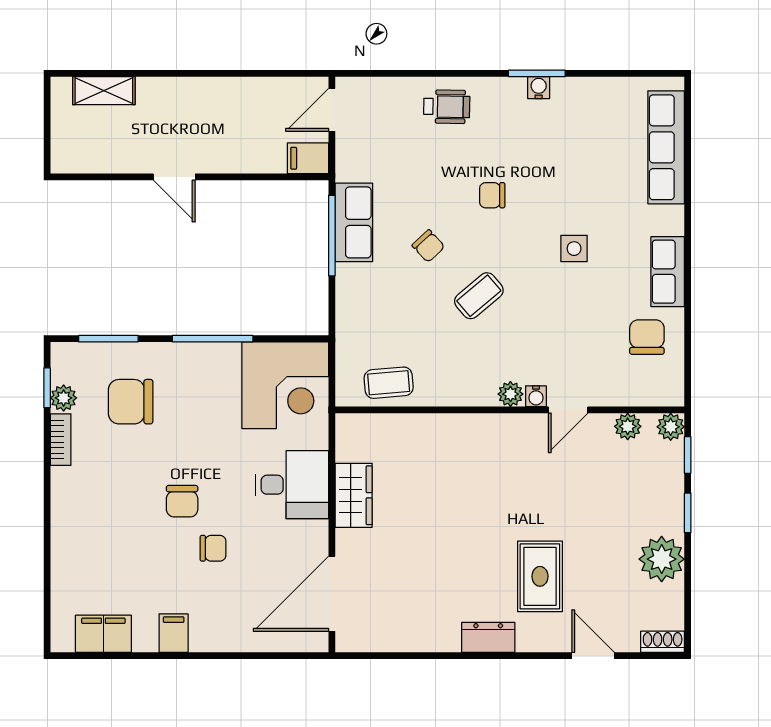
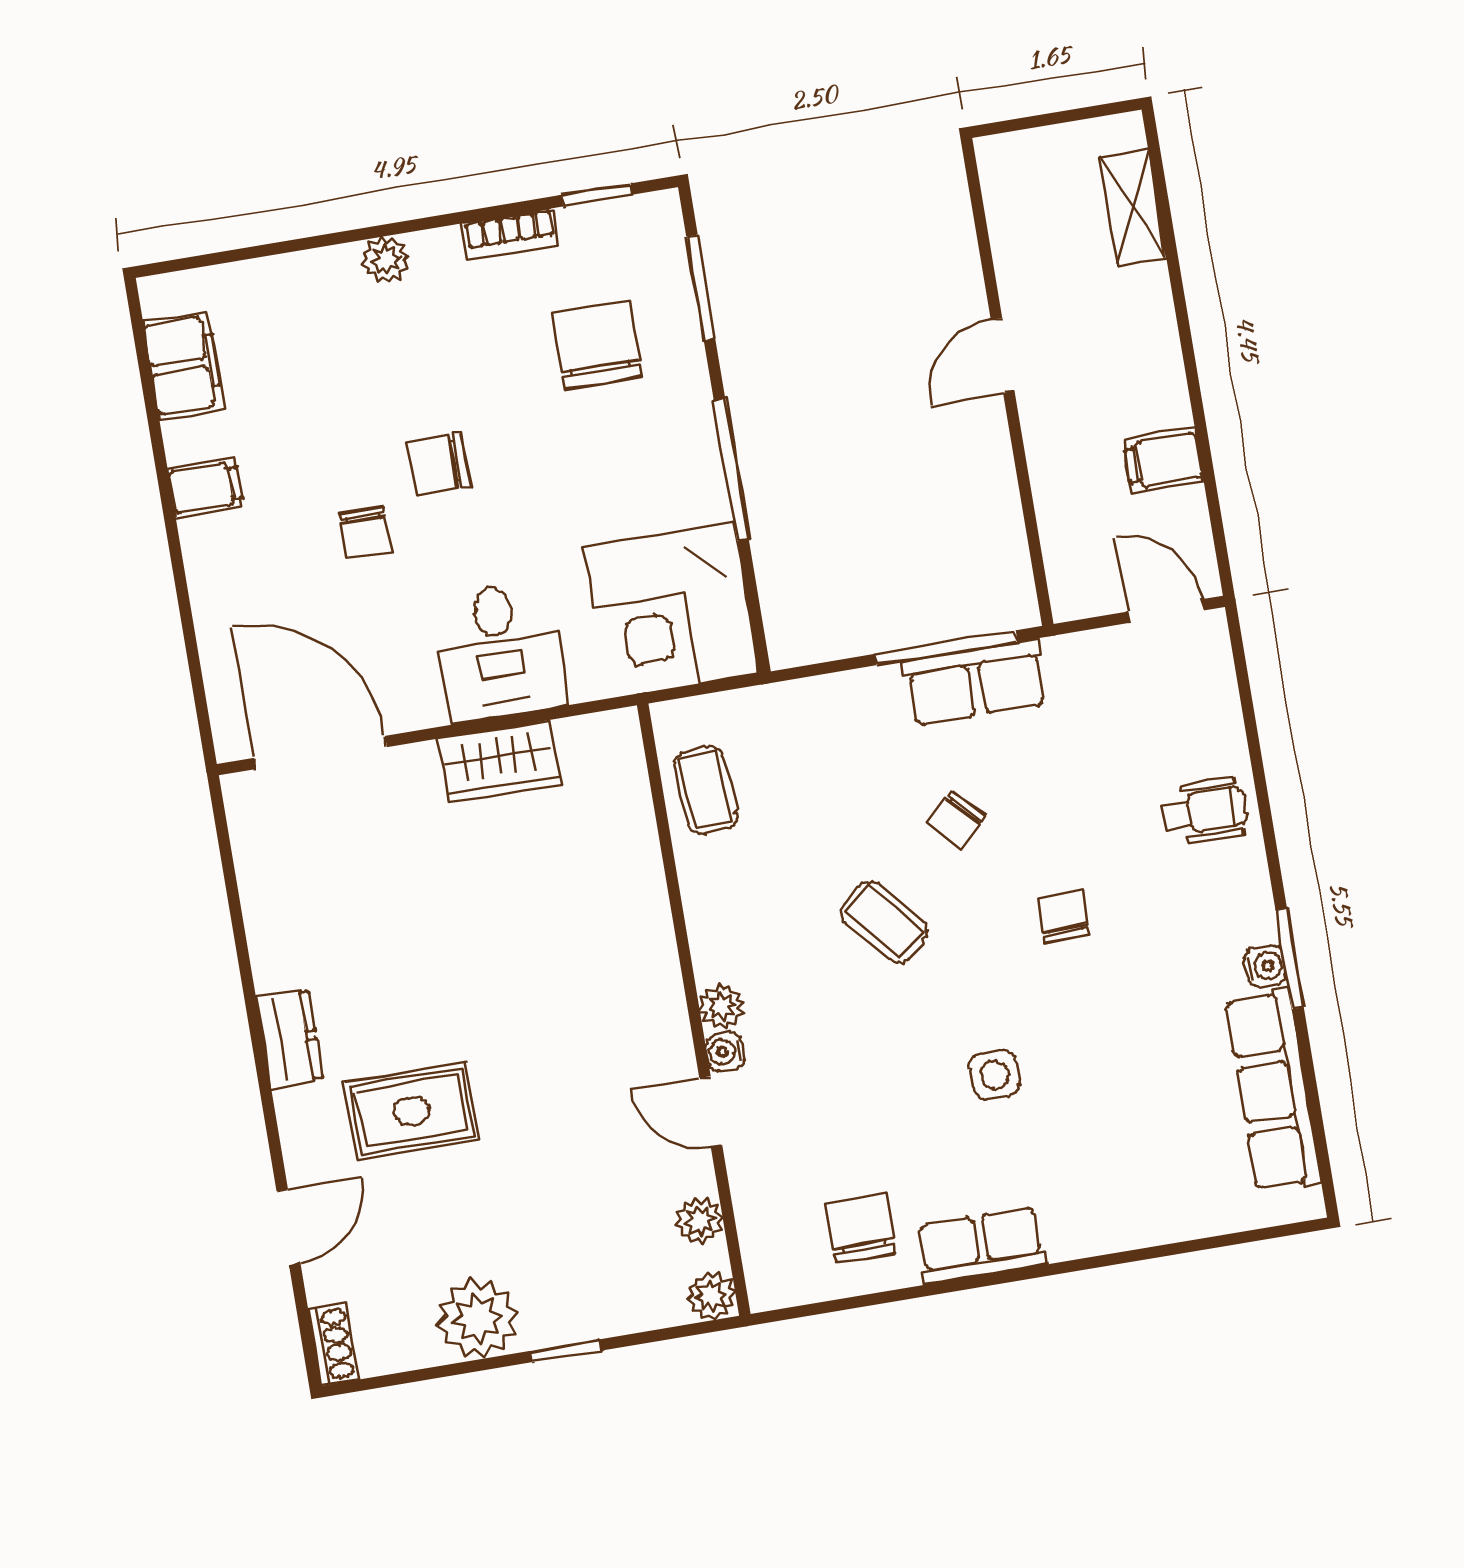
wheelchair: (447, 107) -> (1205, 811), turned -91
row of seats: (666, 147) -> (1273, 1091), moved, turned -90
filing cabinet: (308, 158) -> (1164, 460), moved, turned -90
chair: (647, 337) -> (861, 1228), turned -90
plant: (64, 398) -> (385, 260), moved
window: (688, 455) -> (667, 1334), removed

